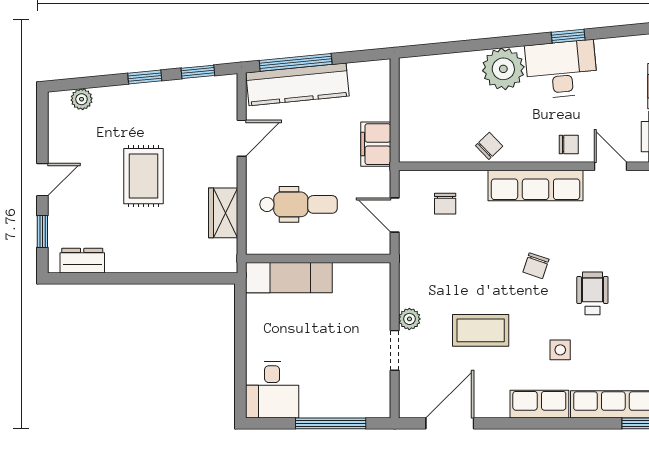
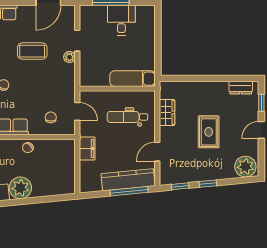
plant: (82, 99) -> (245, 167), width x1.88, depth x1.88
desk: (272, 390) -> (121, 20), moved

